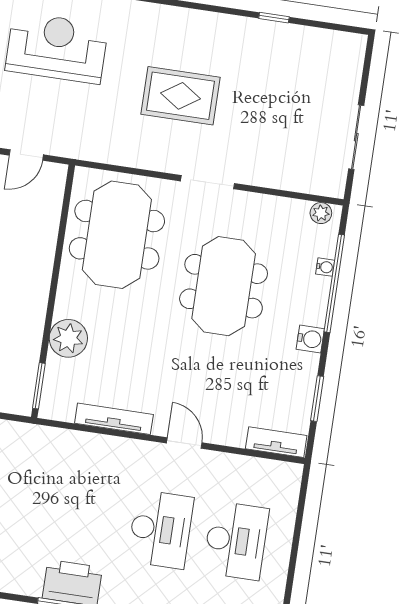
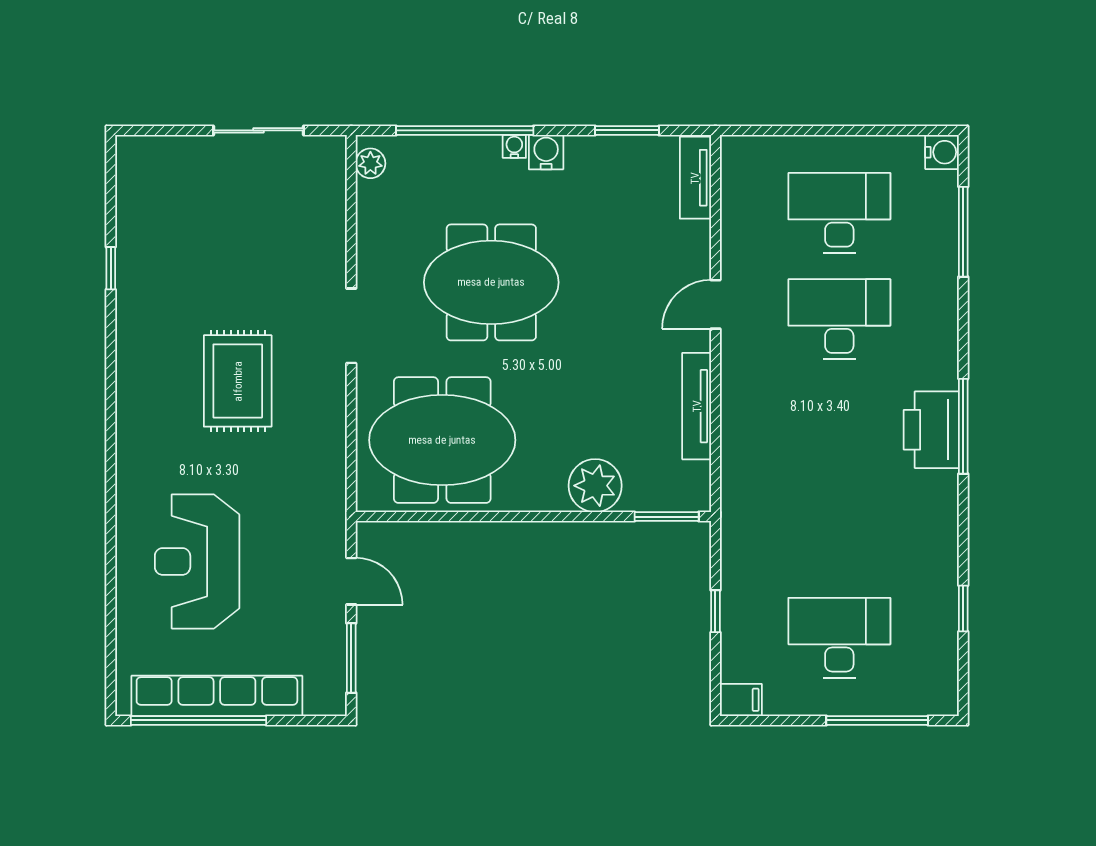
water cooler: (325, 267) -> (514, 146), moved

